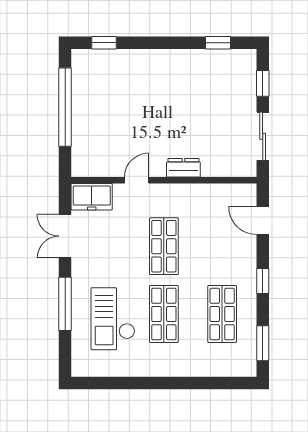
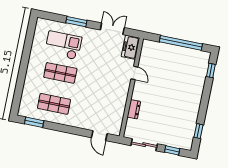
dresser: (183, 168) -> (134, 109), moved
door: (263, 221) -> (99, 136), swing flipped
shop shelf: (164, 246) -> (96, 80), removed
window: (263, 281) -> (67, 129), removed
window: (65, 304) -> (76, 22), width x0.69

